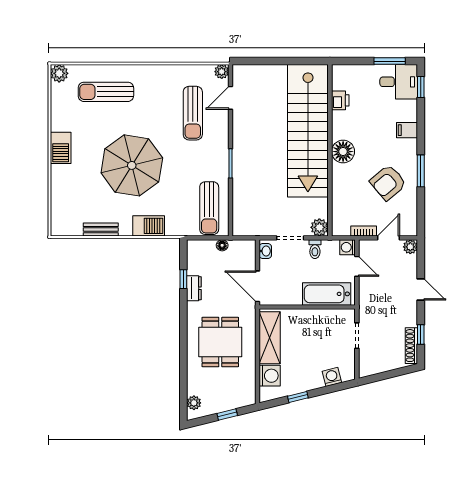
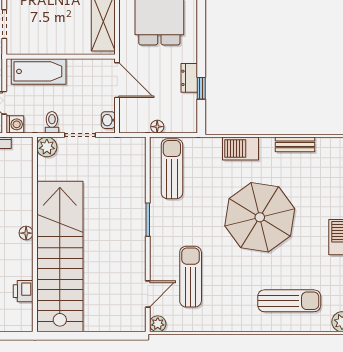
floor lamp: (343, 152) -> (26, 233), width x0.53, depth x0.53

